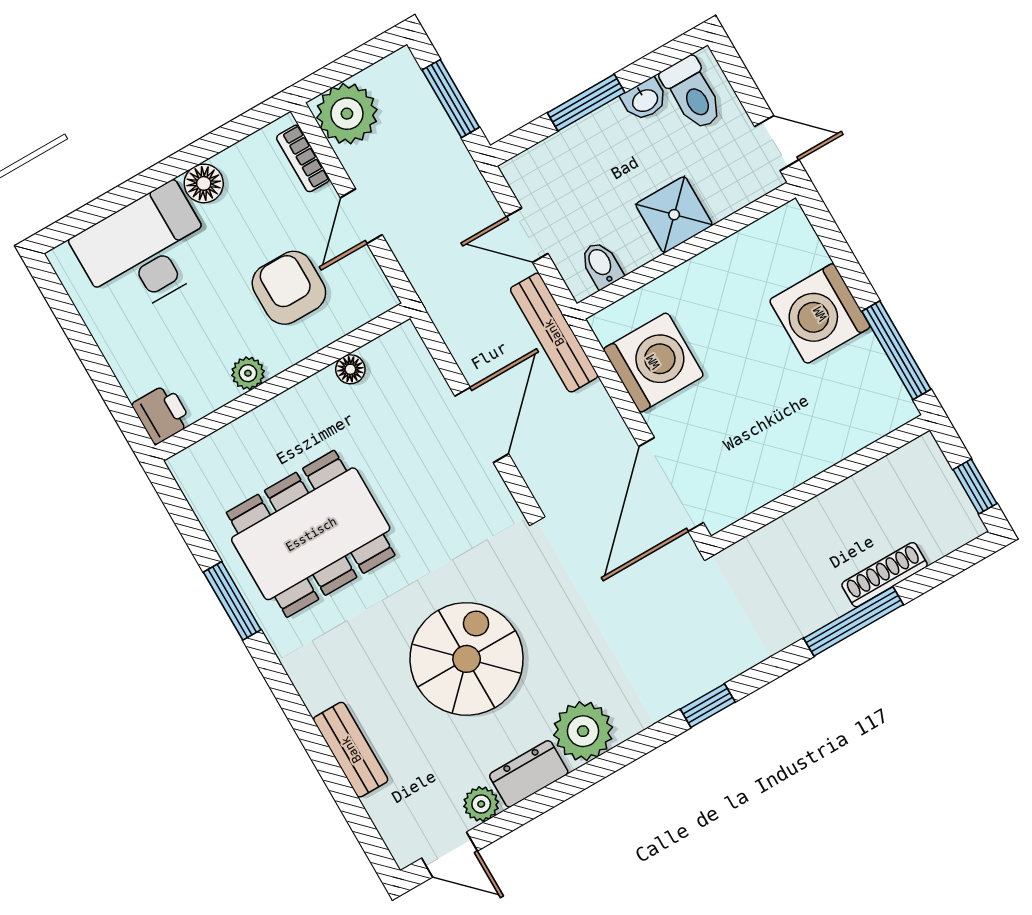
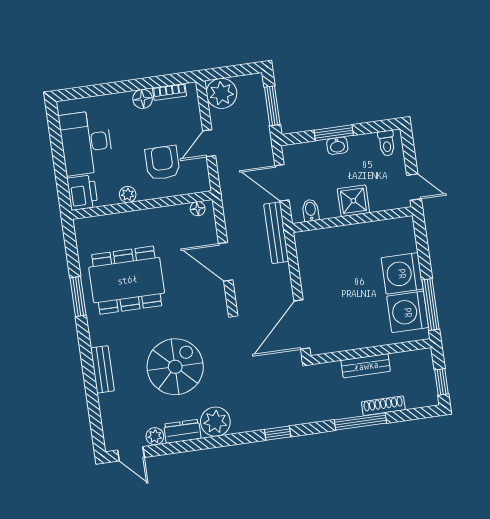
toilet: (693, 93) -> (387, 143), width x0.73, depth x0.72
washbasin: (645, 100) -> (337, 146), moved
bookcase: (303, 158) -> (170, 92), moved, turned -90
door: (527, 235) -> (282, 183), width x1.38
desk: (145, 251) -> (86, 143), moved, turned -90
washing machine: (653, 362) -> (408, 312), moved, turned 180
floor lamp: (350, 369) -> (198, 209), moved
printer: (162, 414) -> (82, 193), width x1.36, depth x1.24
door: (482, 425) -> (226, 262), swing flipped
bench: (821, 513) -> (366, 366), added
bench: (351, 750) -> (102, 369), moved

